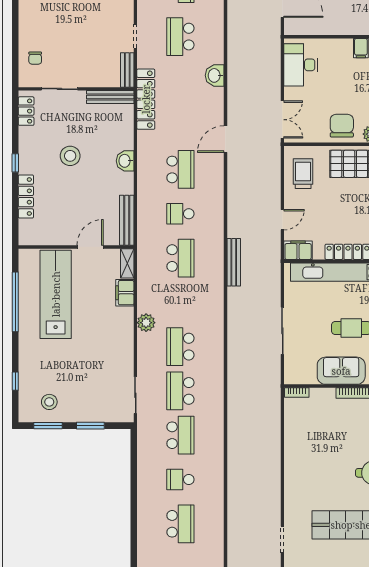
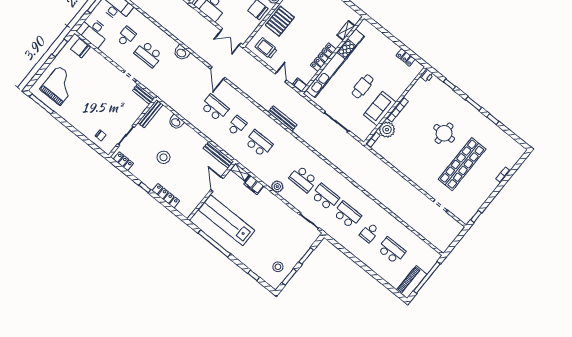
locker: (146, 99) -> (166, 97), removed
double door: (282, 120) -> (231, 37), swing flipped
washbasin: (125, 161) -> (176, 122), moved
school desk: (180, 214) -> (237, 126), turned 180
filing cabinet: (298, 250) -> (300, 85), width x0.50
school desk: (180, 391) -> (325, 197), turned 180
plant: (323, 400) -> (387, 130), added

